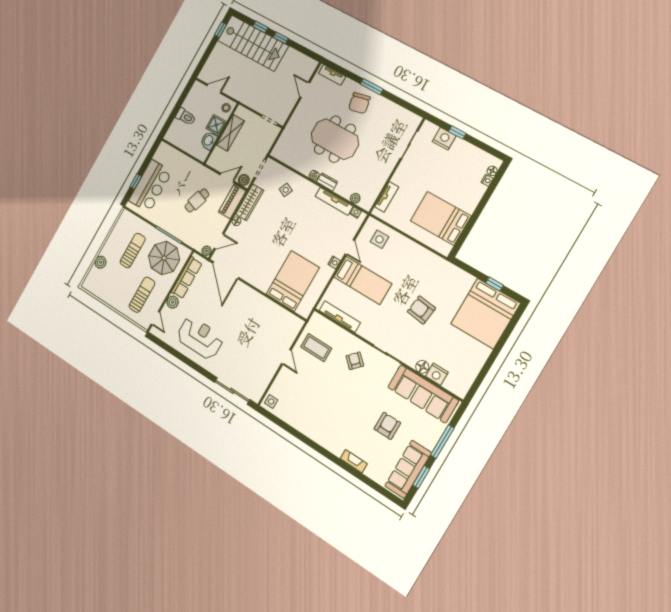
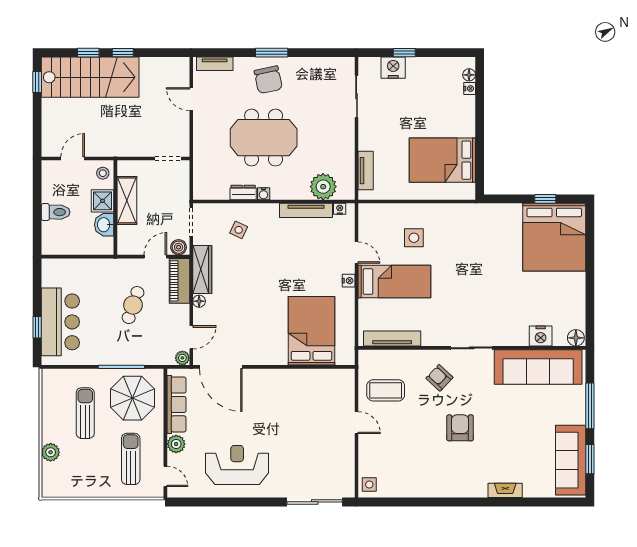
dresser: (327, 182) -> (243, 192), moved
plant: (355, 198) -> (323, 187), width x1.88, depth x1.88
side table: (379, 239) -> (414, 238), moved
armchair: (421, 310) -> (481, 275), removed
floor lamp: (422, 367) -> (576, 338), moved
armchair: (387, 426) -> (460, 428), moved

